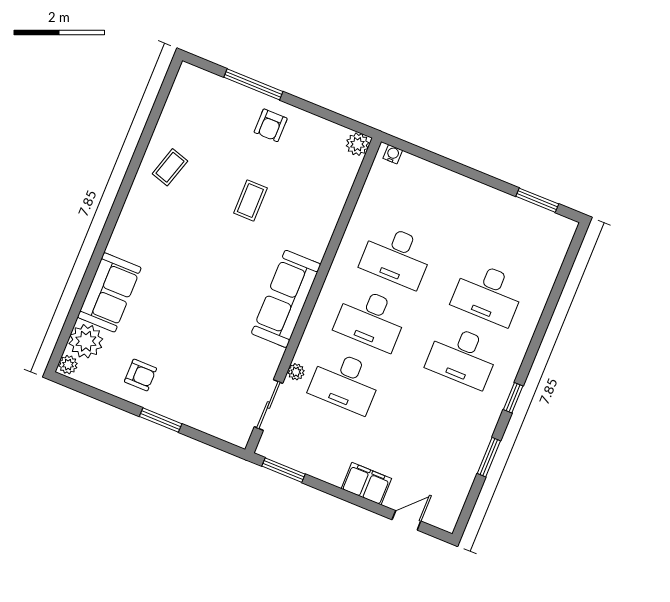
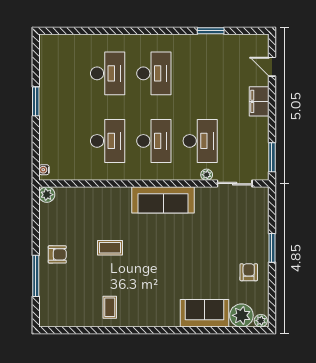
coffee table: (170, 167) -> (110, 307), turned 73
window: (537, 200) -> (36, 101), moved
window: (513, 398) -> (167, 31), removed

